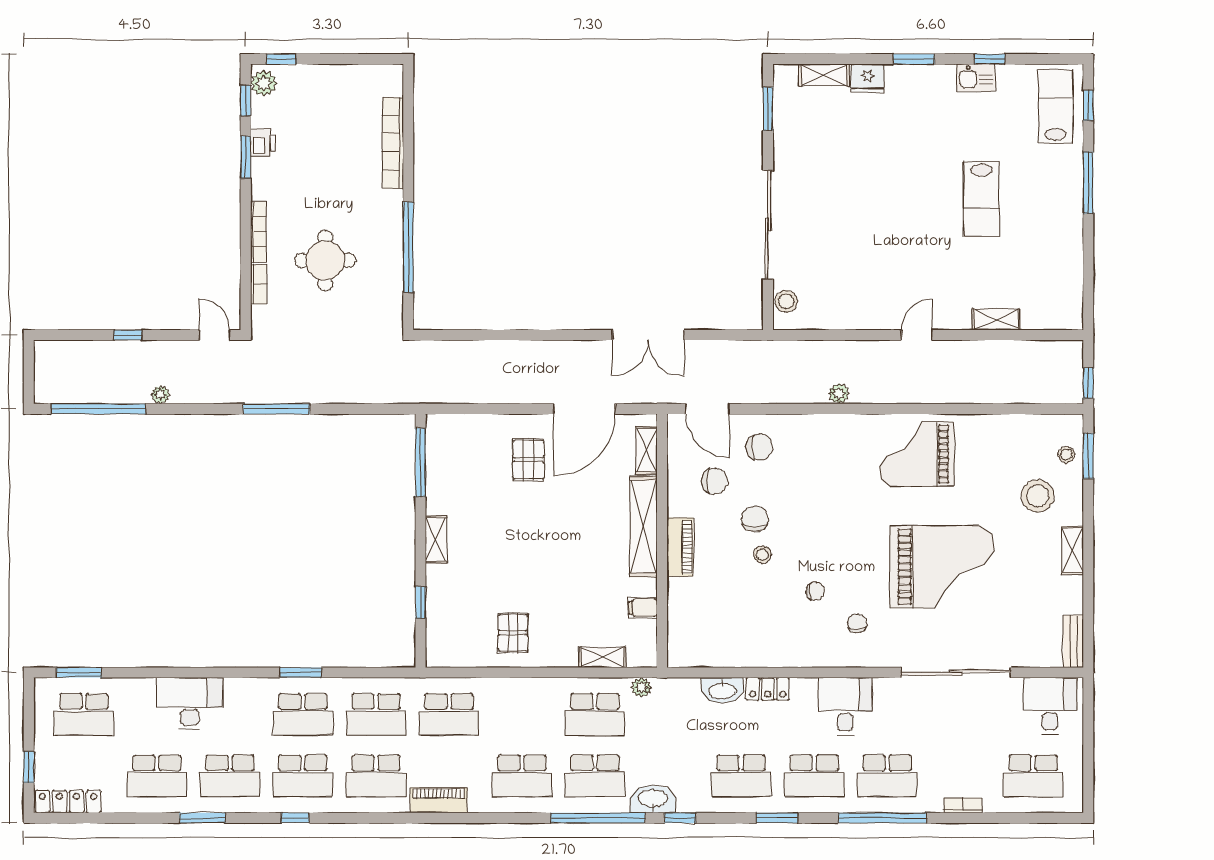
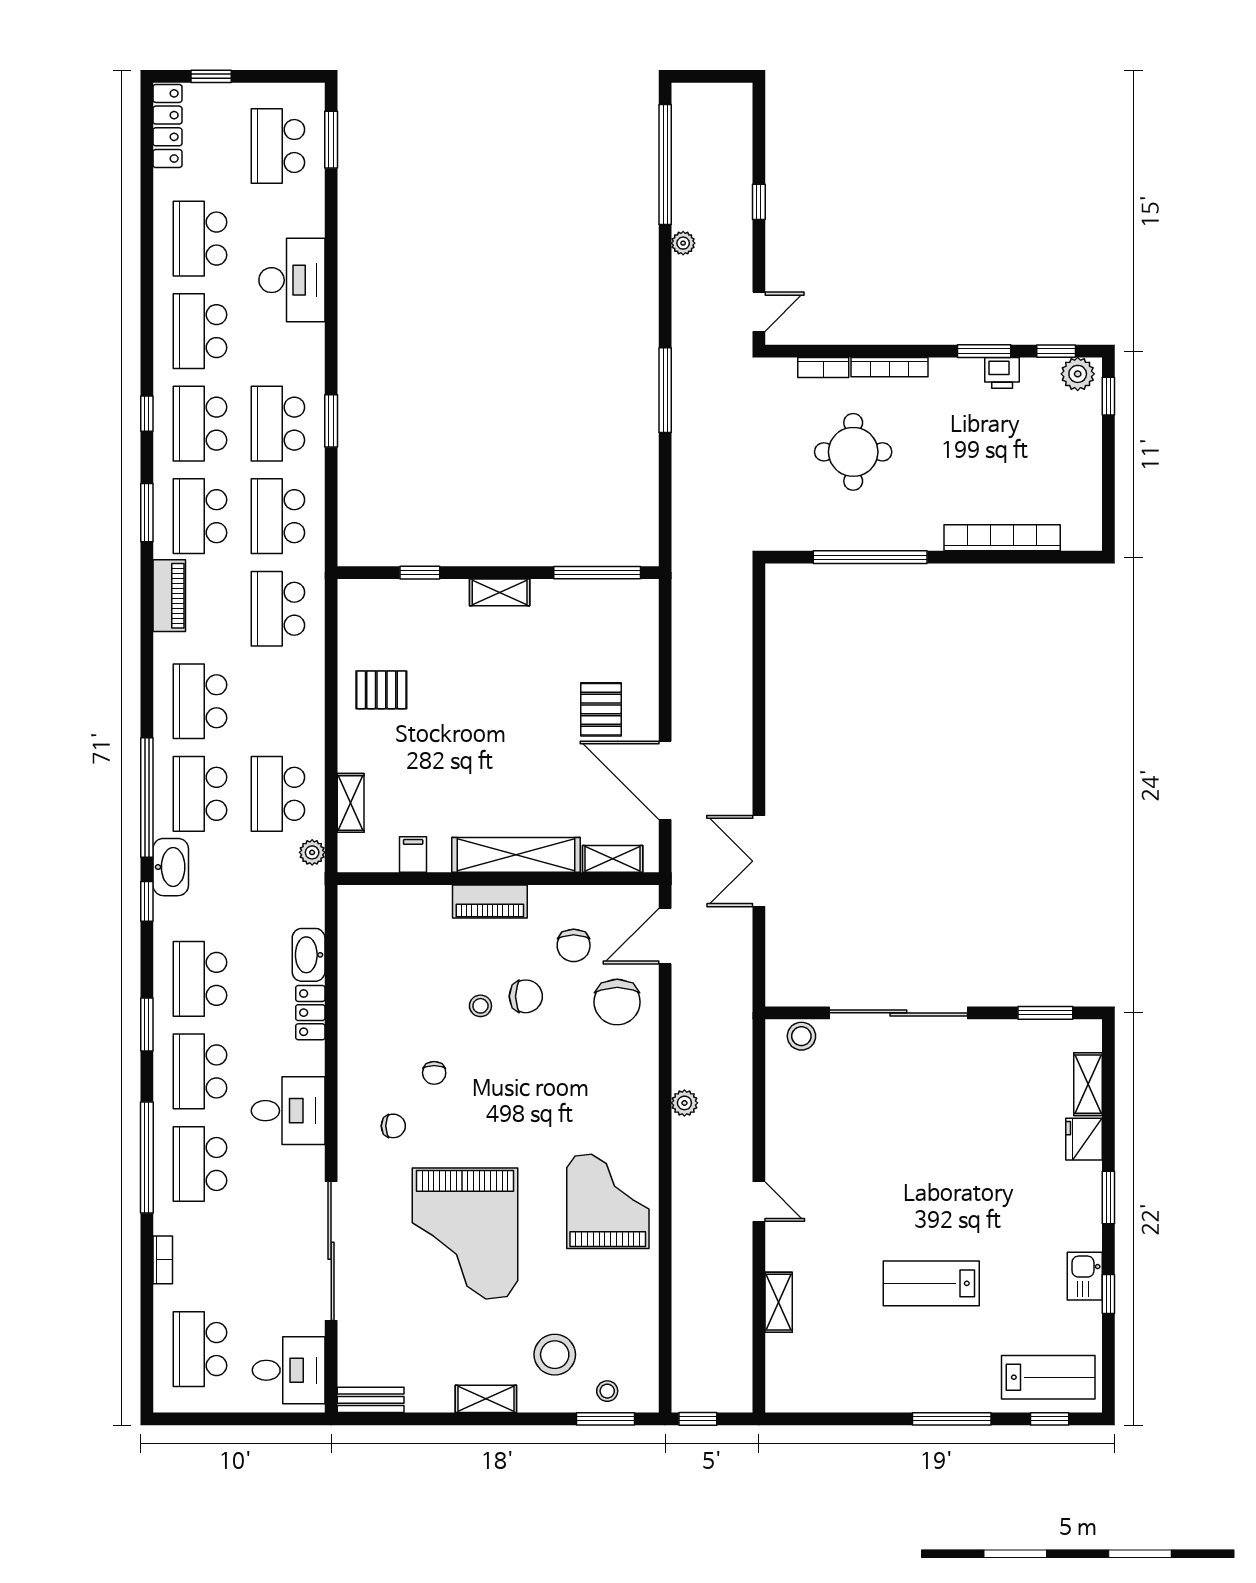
chair: (759, 447) -> (617, 1002), width x1.37, depth x1.37
pallet: (528, 459) -> (601, 709), turned 90
window: (202, 818) -> (147, 513), moved

